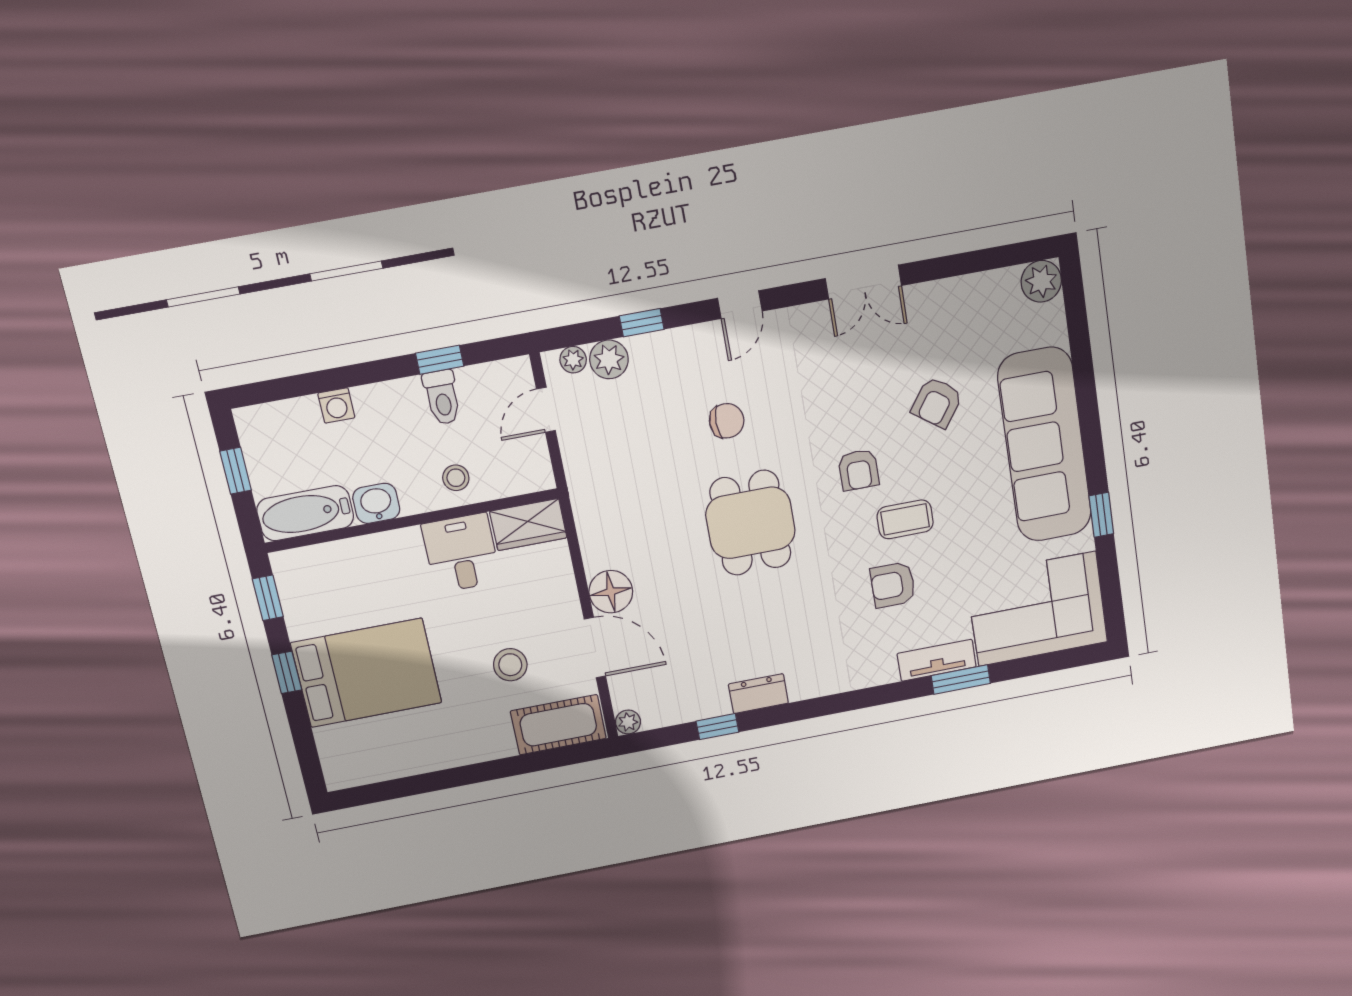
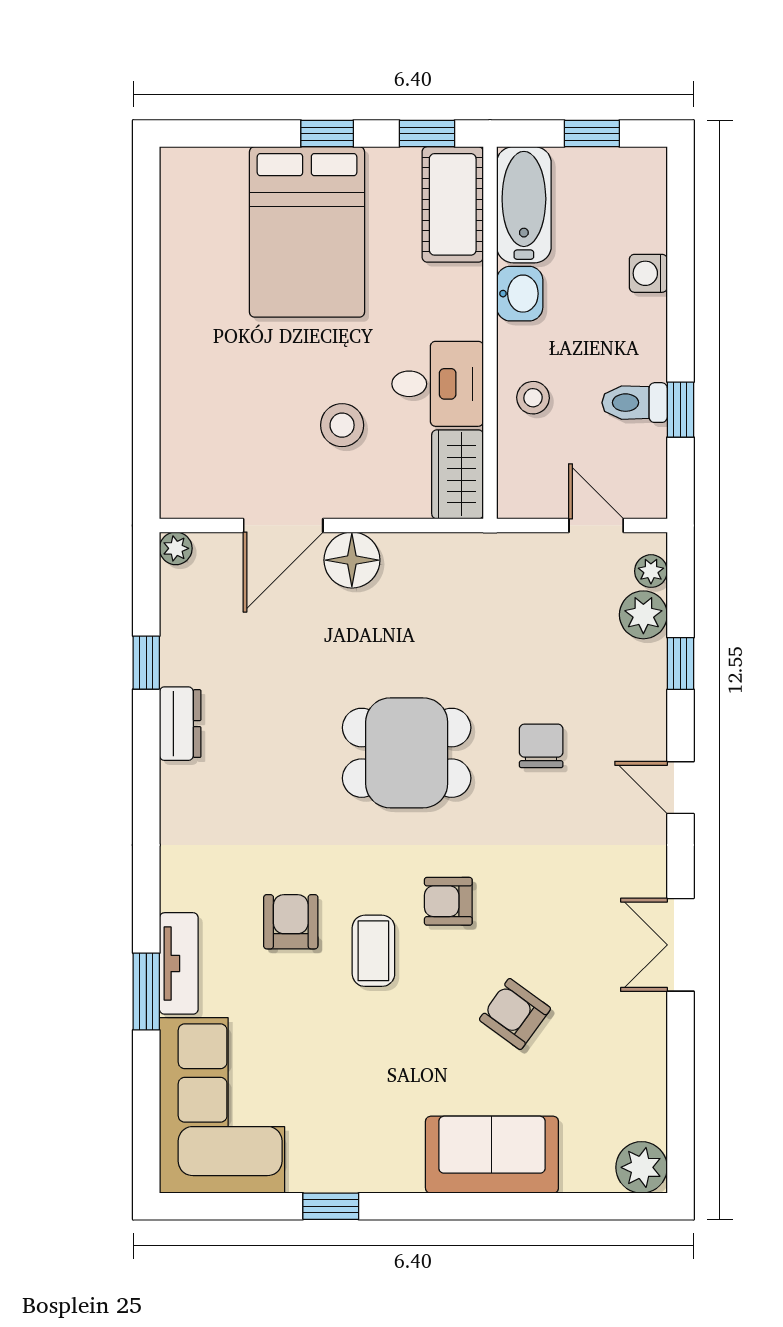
chair: (727, 421) -> (541, 746), turned 180
sofa: (1045, 445) -> (492, 1155), width x0.54, depth x0.79
stool: (510, 665) -> (342, 425), moved
cot: (558, 725) -> (453, 204), moved

